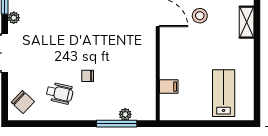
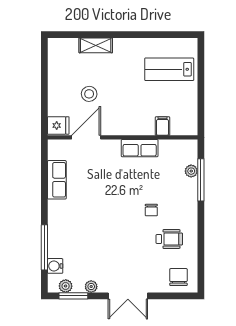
row of seats: (147, 64) -> (140, 148), added
wheelchair: (60, 93) -> (169, 239), turned 77
chair: (23, 102) -> (178, 277), turned -43

